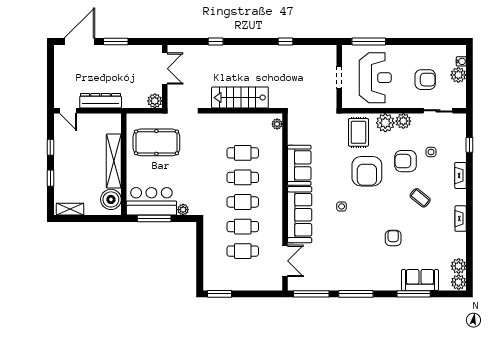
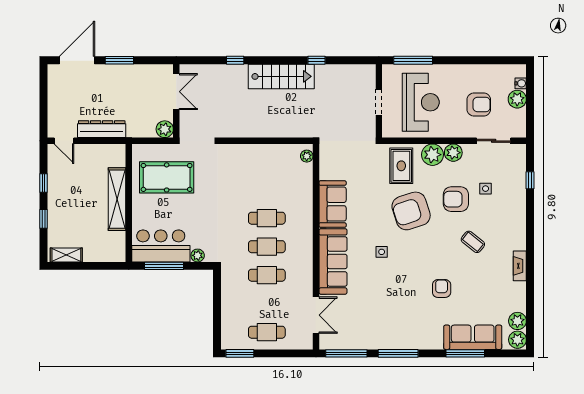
stairs: (240, 98) -> (281, 76), moved, turned 180
cafe table: (243, 153) -> (267, 190), removed
armchair: (367, 171) -> (411, 211), turned 72
fireplace: (460, 175) -> (520, 216), removed
boiler: (111, 199) -> (114, 244), removed
cafe table: (243, 251) -> (267, 332), moved
sofa: (420, 280) -> (473, 337), width x1.36

